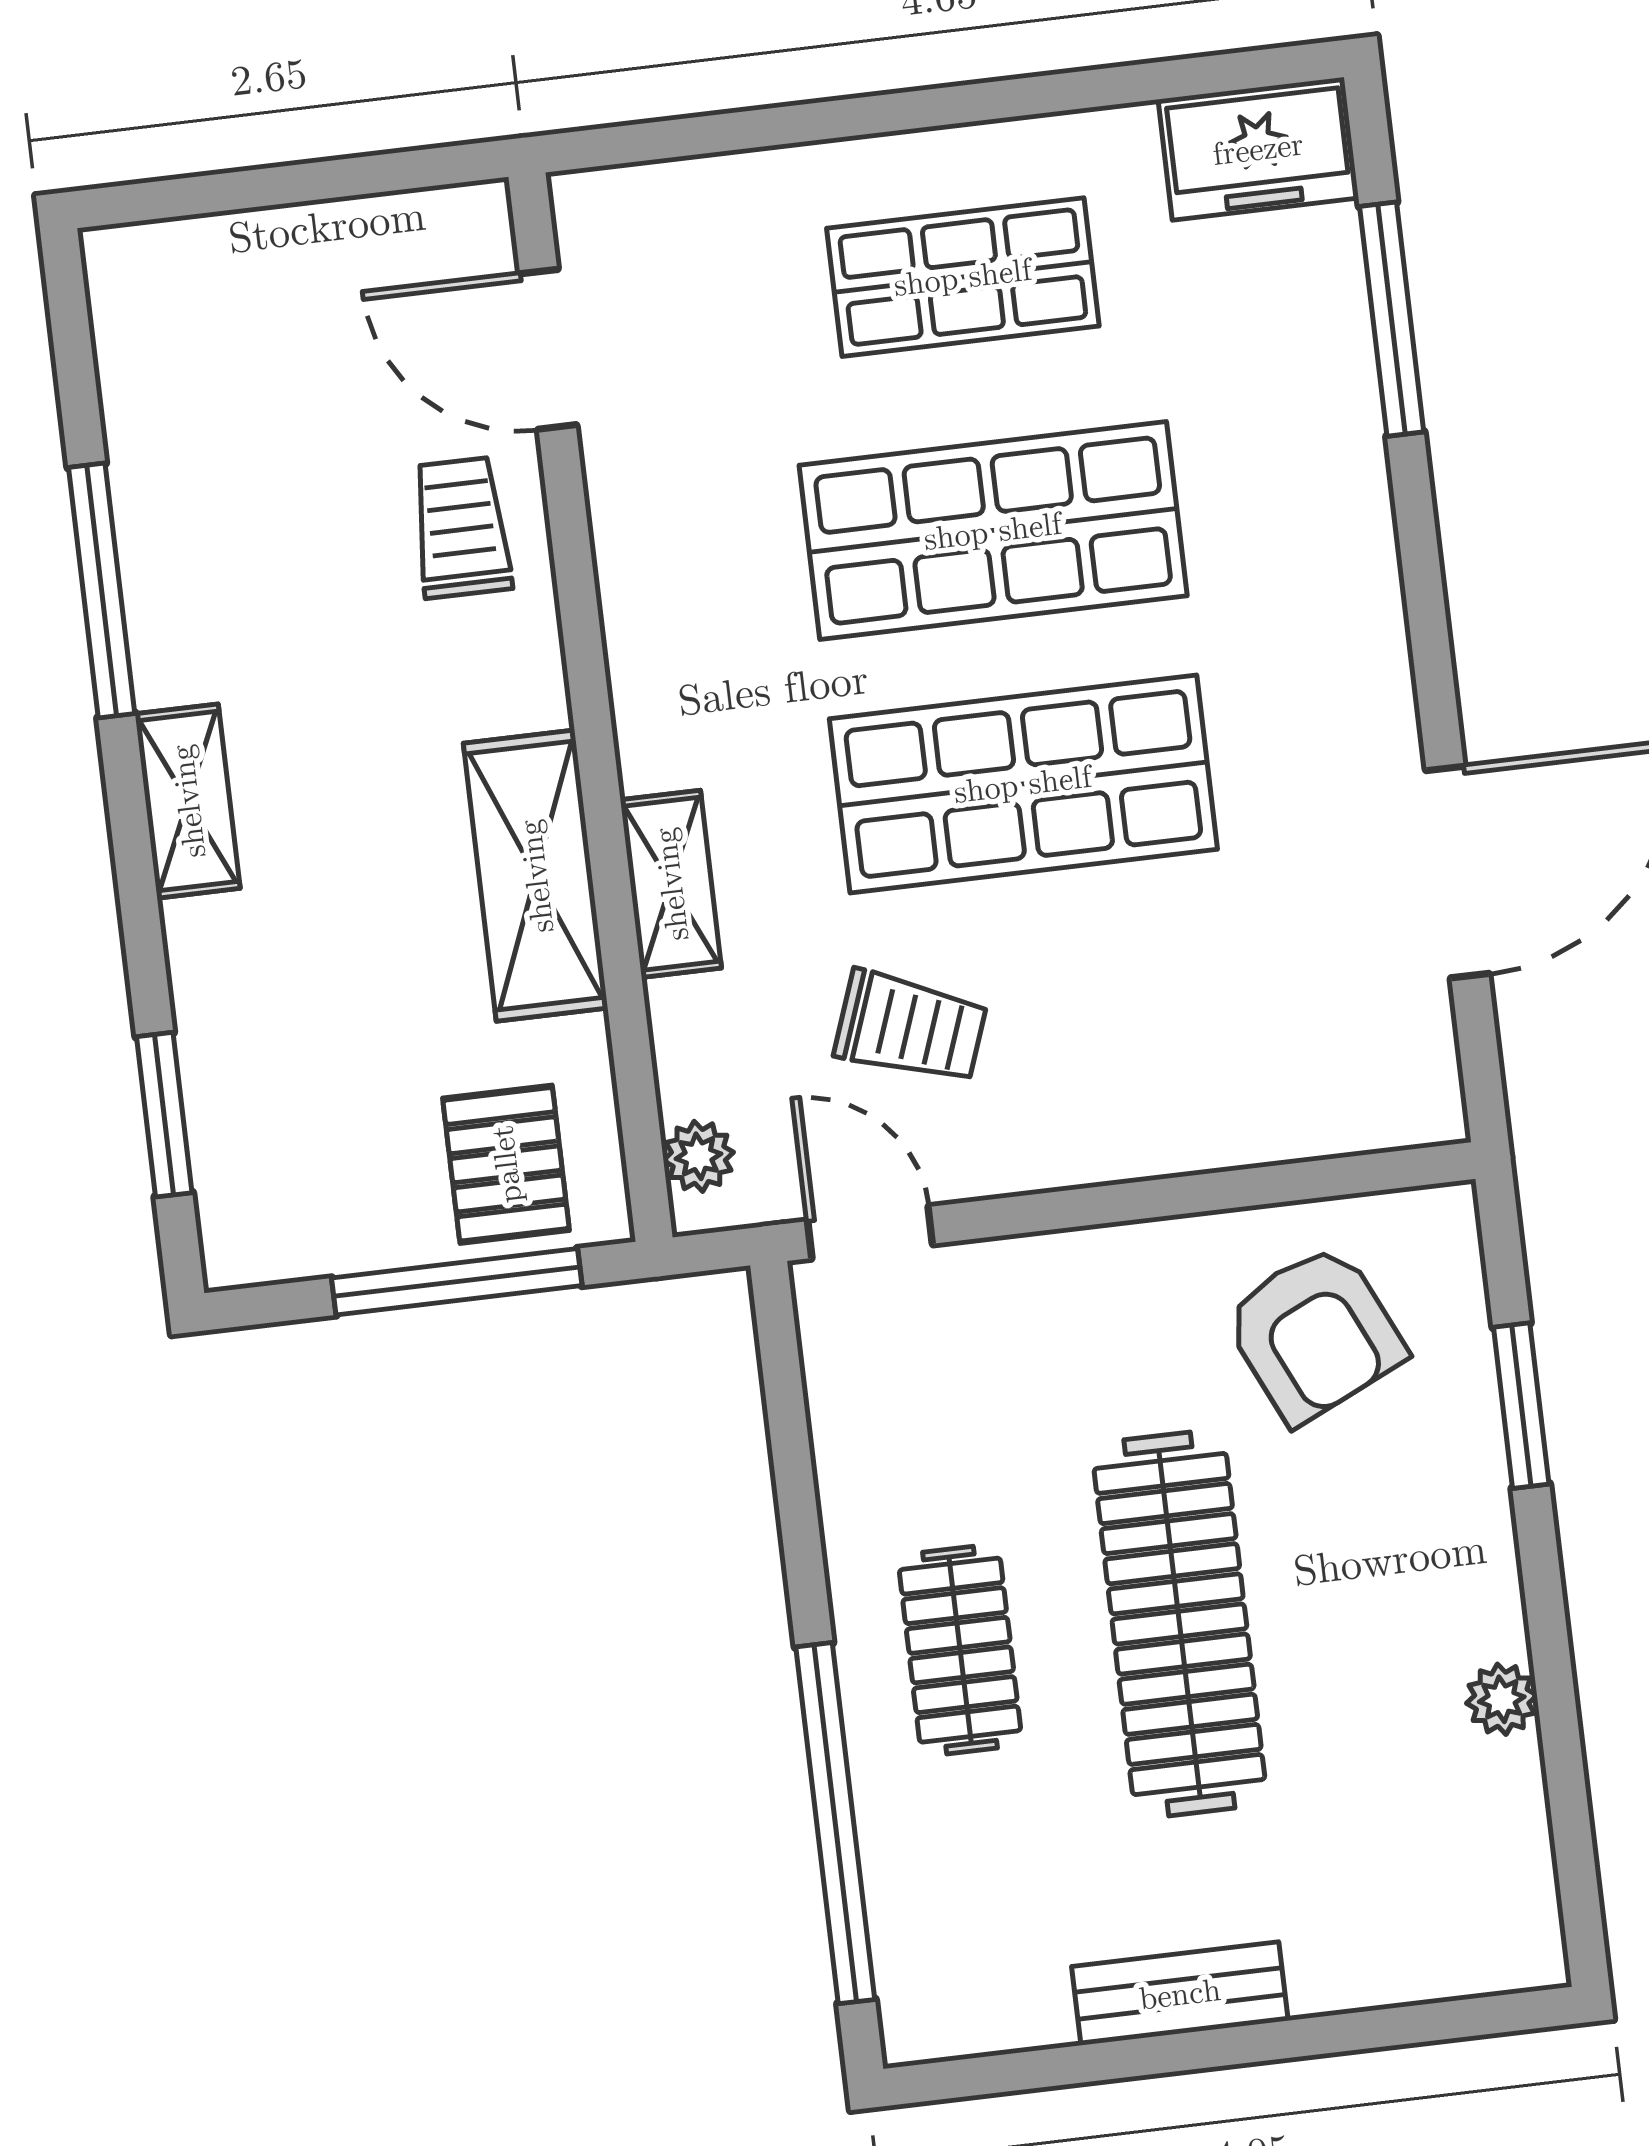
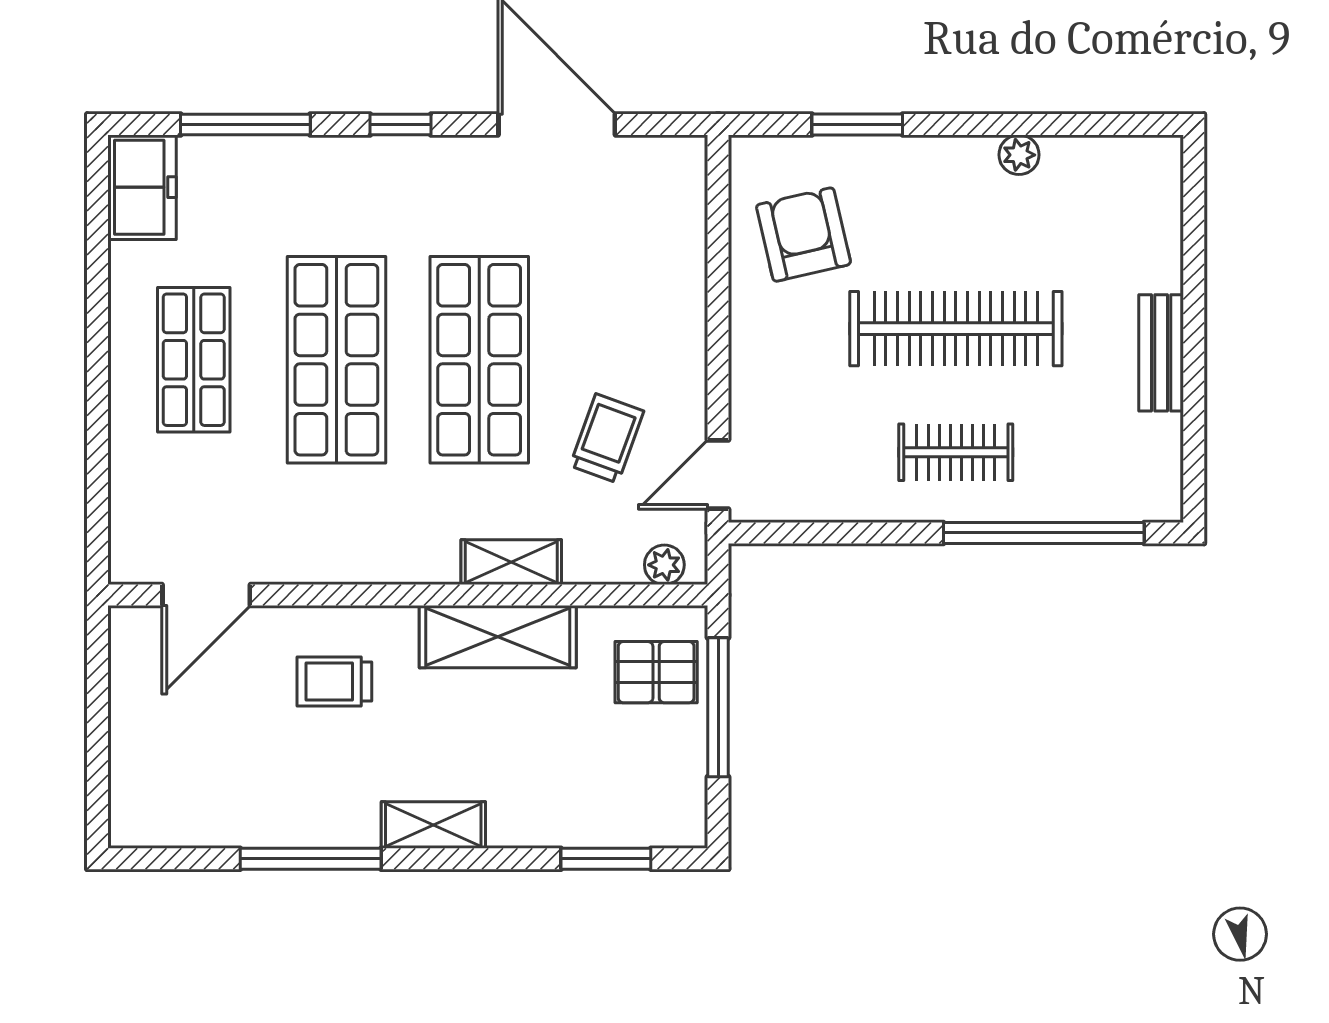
trolley: (461, 528) -> (334, 682), moved
window: (1424, 595) -> (401, 124), added
armchair: (1314, 1333) -> (804, 235), turned -78

